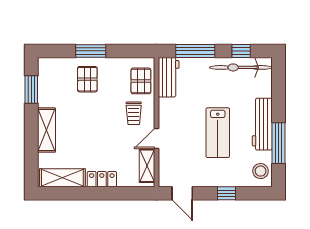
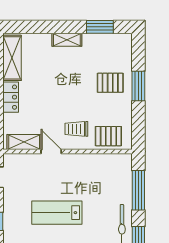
workbench: (169, 77) -> (112, 164), removed
shelving: (47, 130) -> (67, 40), width x0.67, depth x0.75

